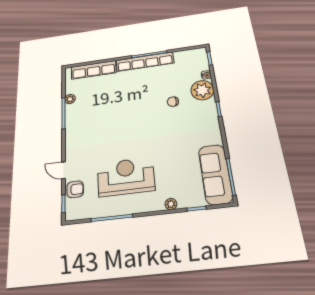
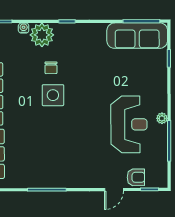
plant: (70, 99) -> (30, 182), removed
side table: (148, 107) -> (53, 95), added
reception desk: (126, 177) -> (129, 124), turned 180
armchair: (75, 189) -> (136, 177), turned 90
plant: (171, 204) -> (162, 118), moved

